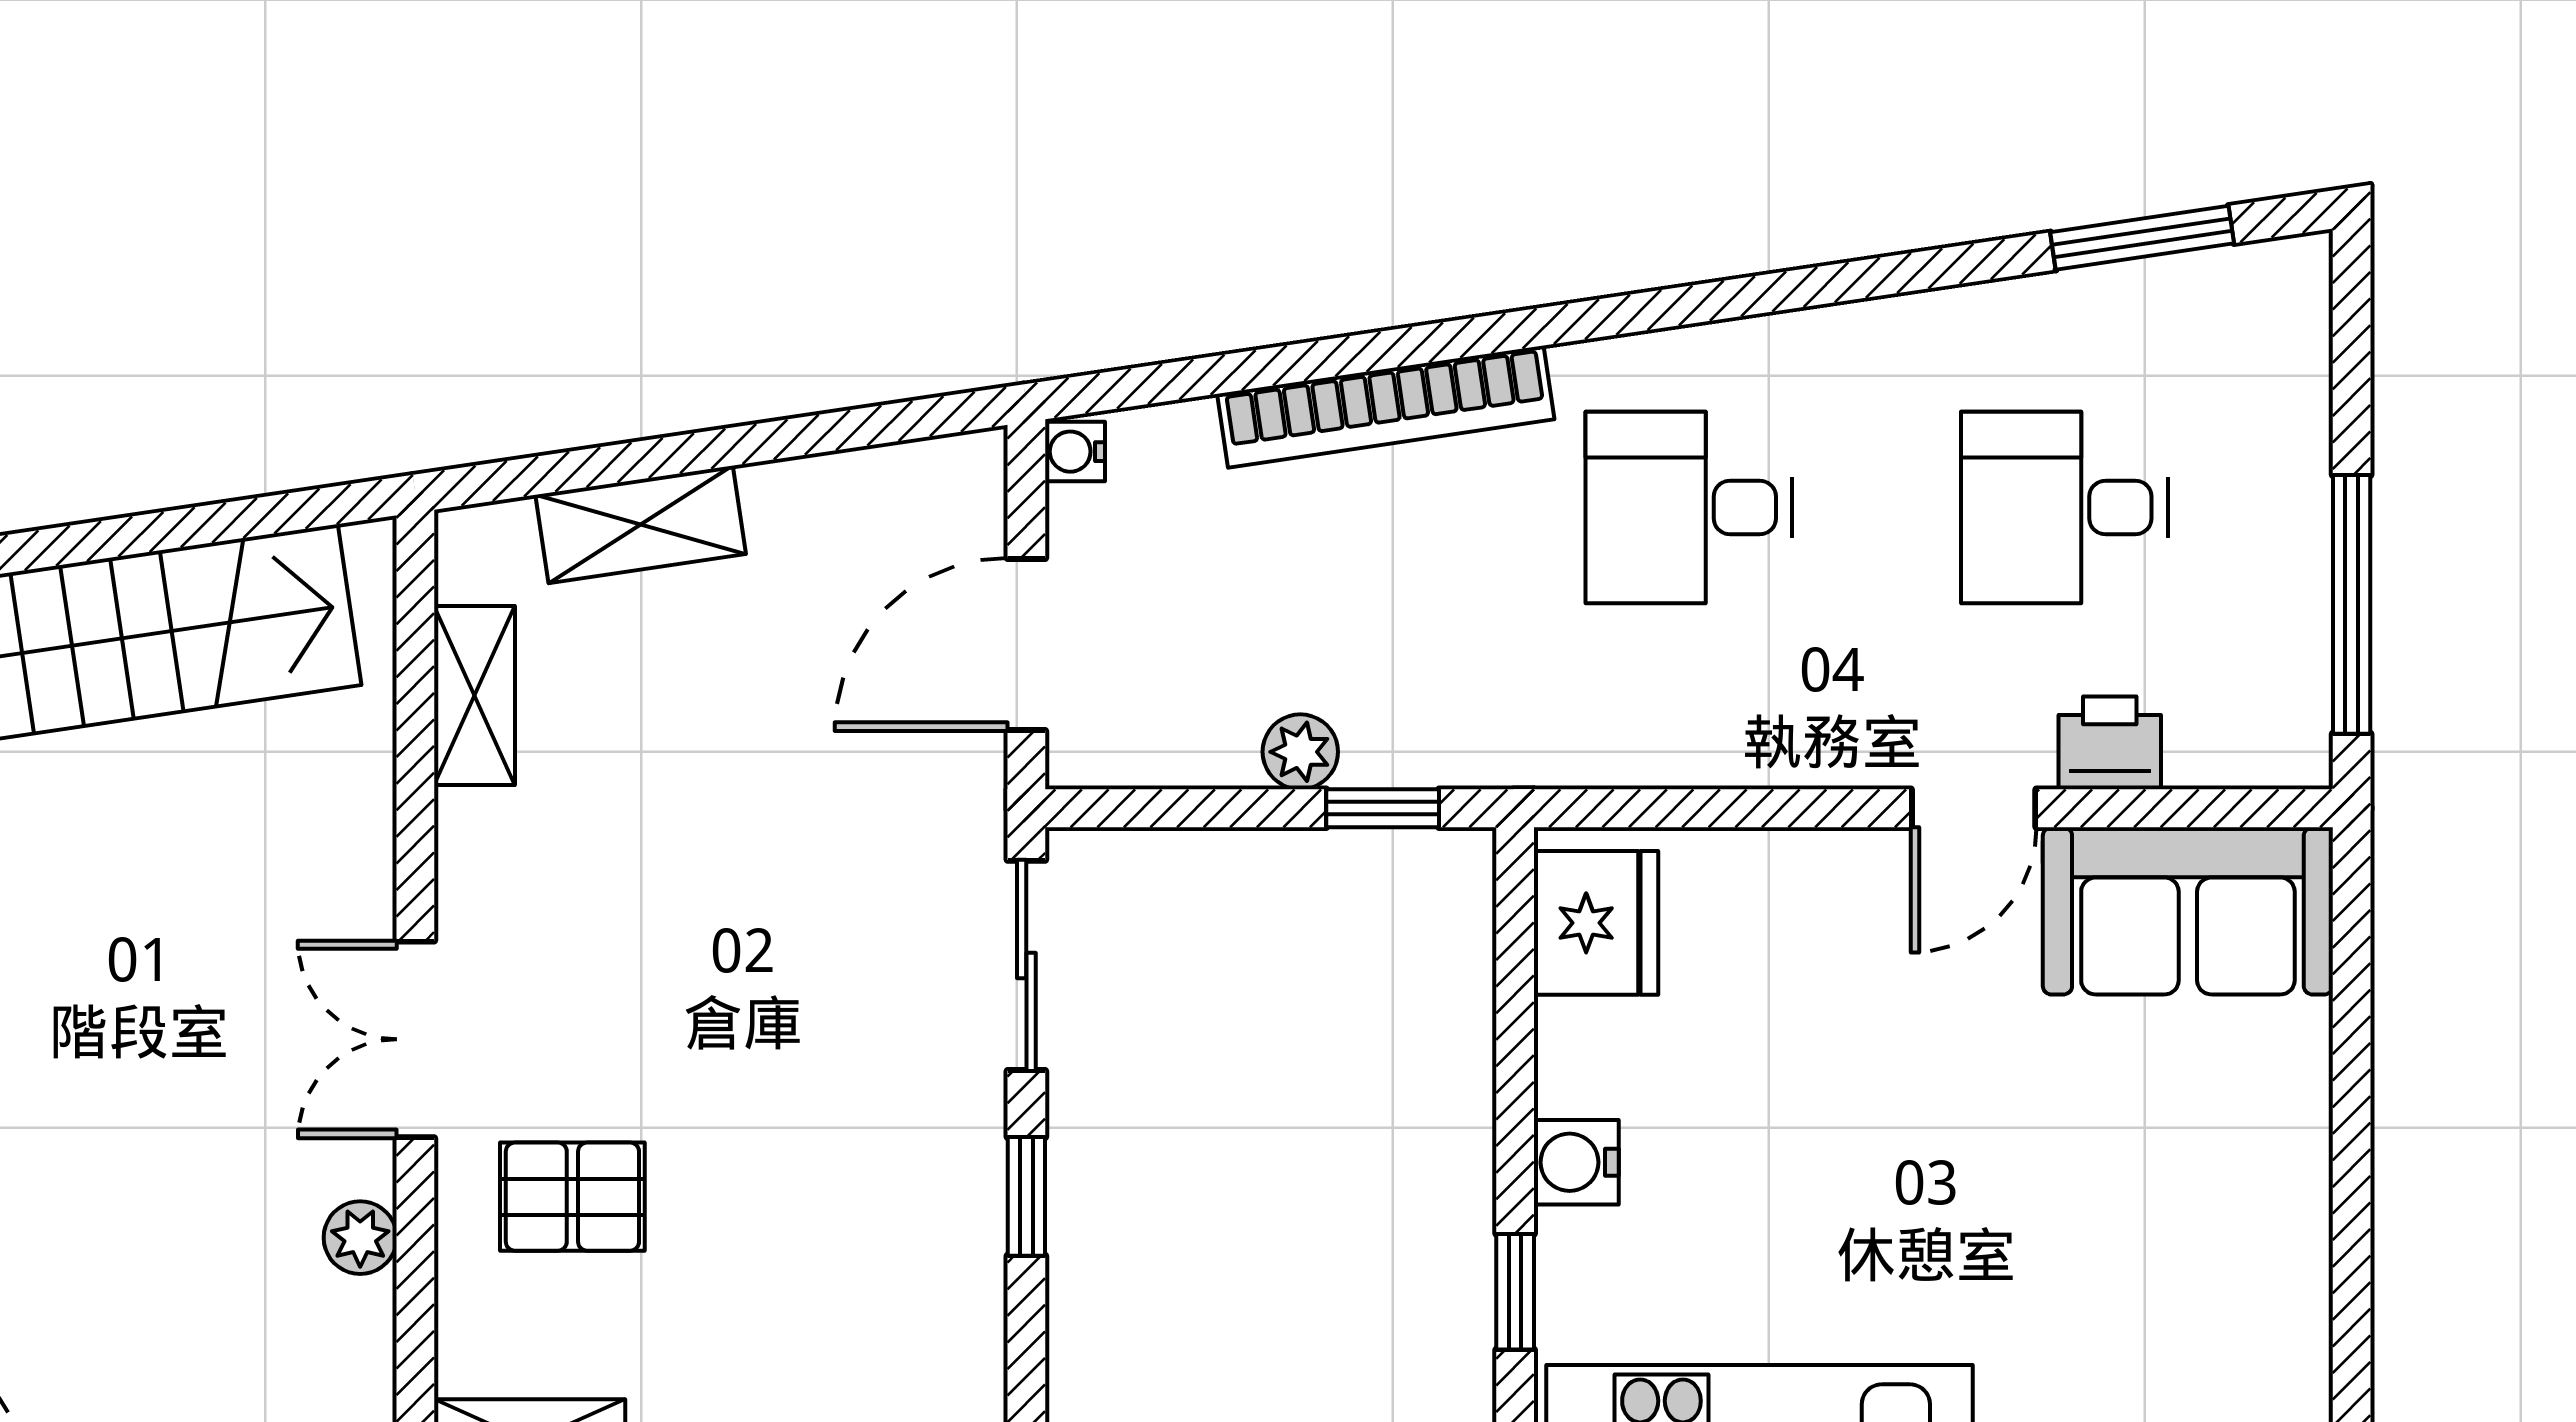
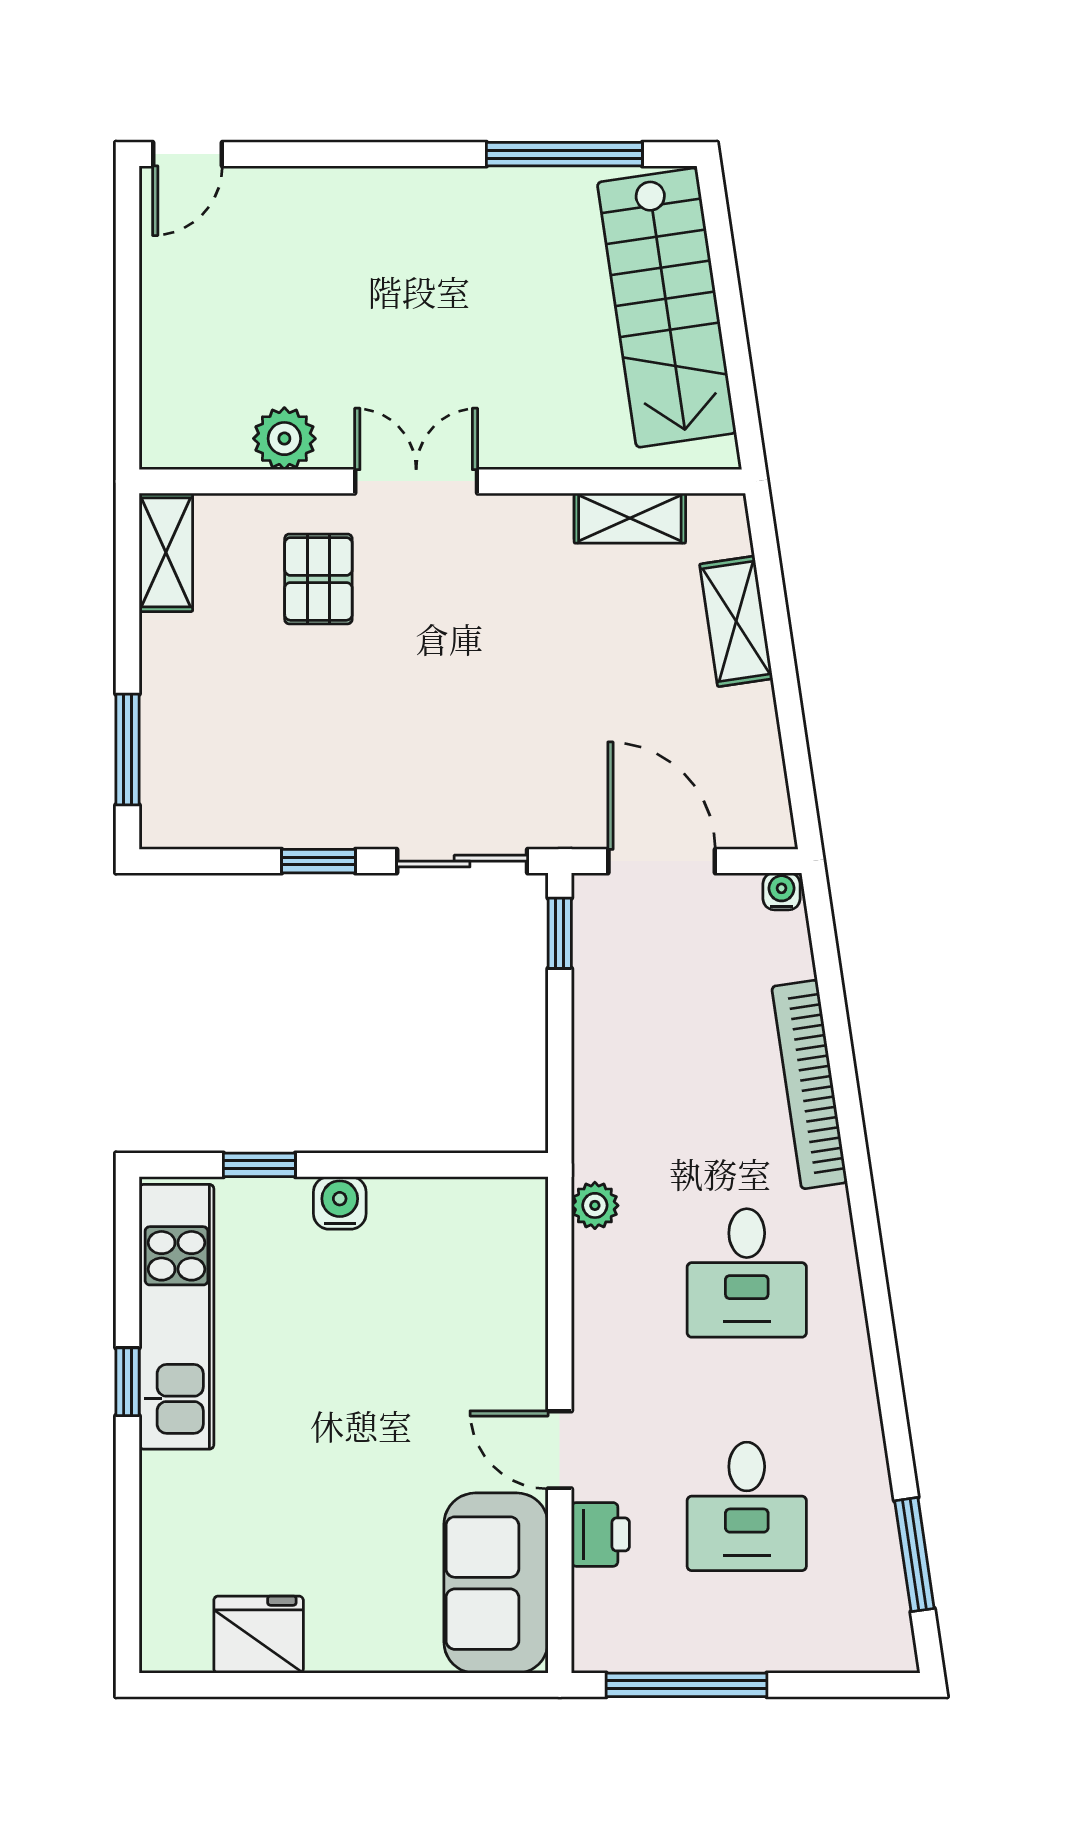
desk: (1689, 507) -> (747, 1273), turned 180
desk: (2065, 507) -> (747, 1506), turned 180
plant: (1300, 752) -> (595, 1205), moved
window: (1383, 808) -> (560, 933), moved
fridge: (1596, 923) -> (259, 1635), moved, turned 180
plant: (360, 1238) -> (284, 439), width x1.38, depth x1.38

